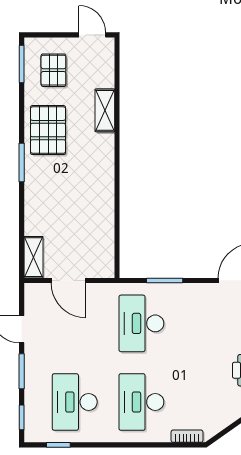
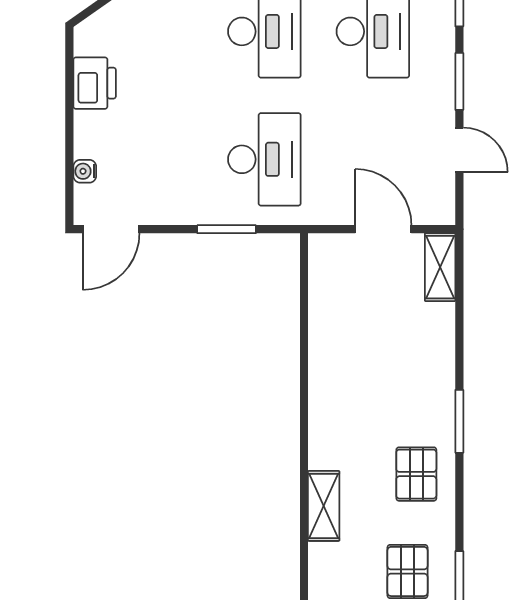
pallet: (48, 130) -> (416, 474), width x0.67, depth x0.71

